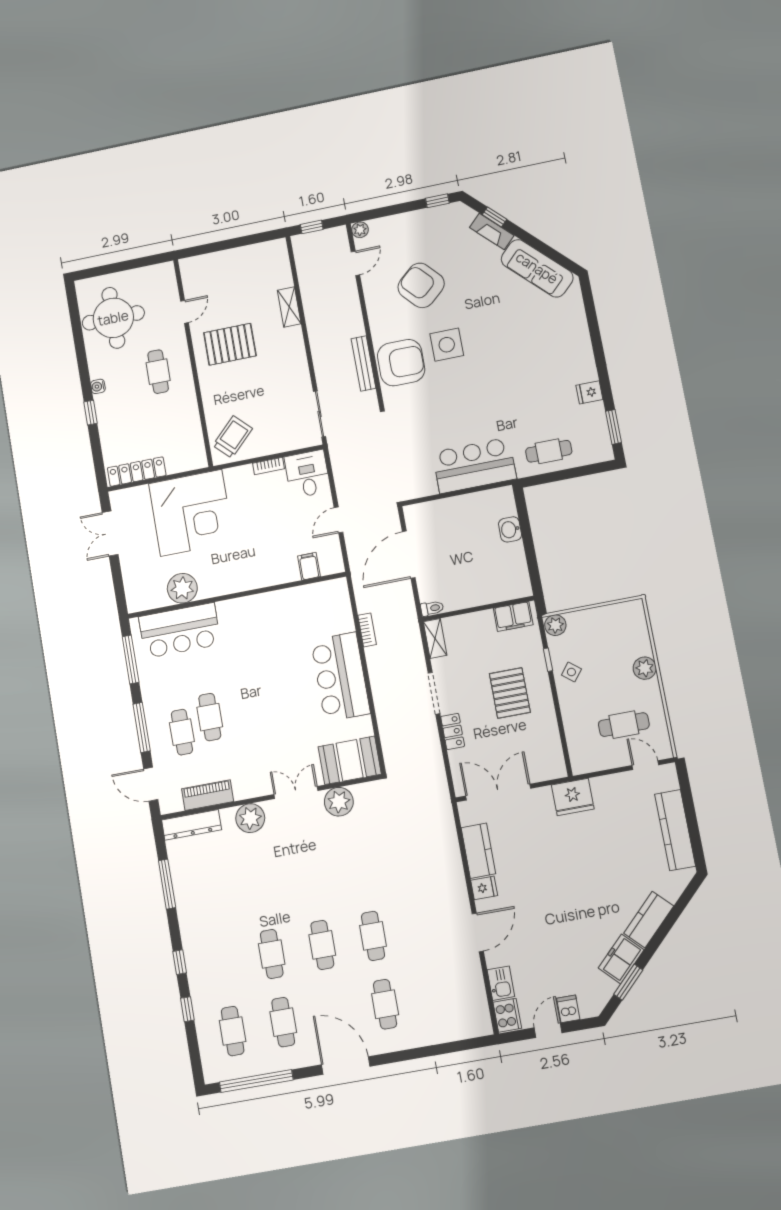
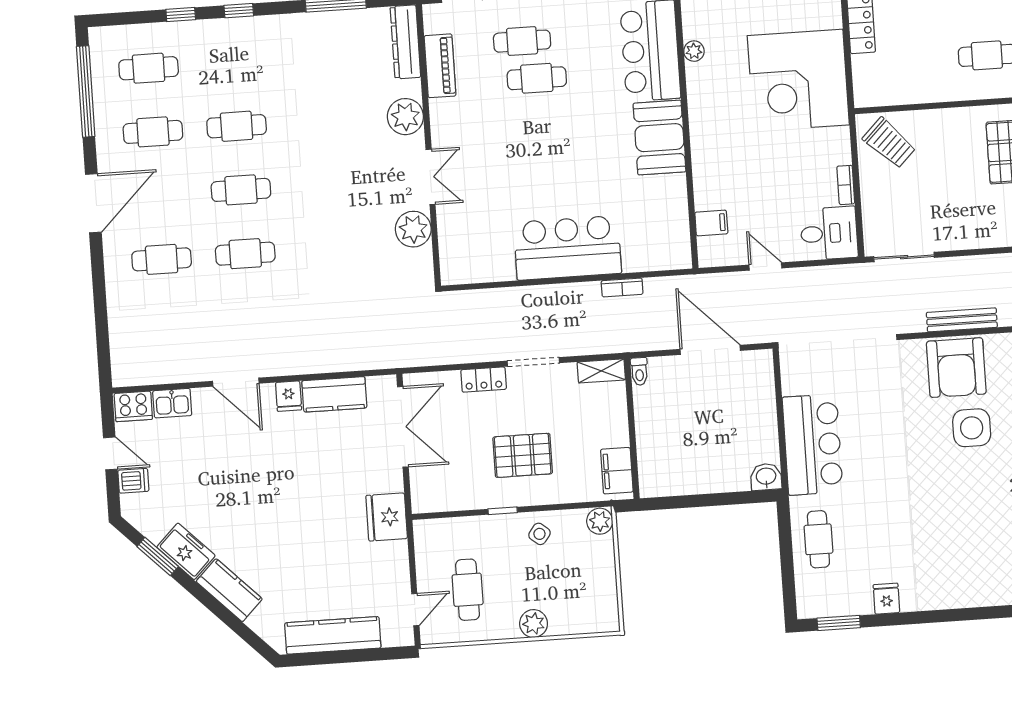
washbasin: (510, 529) -> (766, 477), moved
plant: (182, 588) -> (694, 51), width x0.53, depth x0.53
window: (548, 660) -> (503, 511), moved
booth: (350, 760) -> (659, 138), moved

